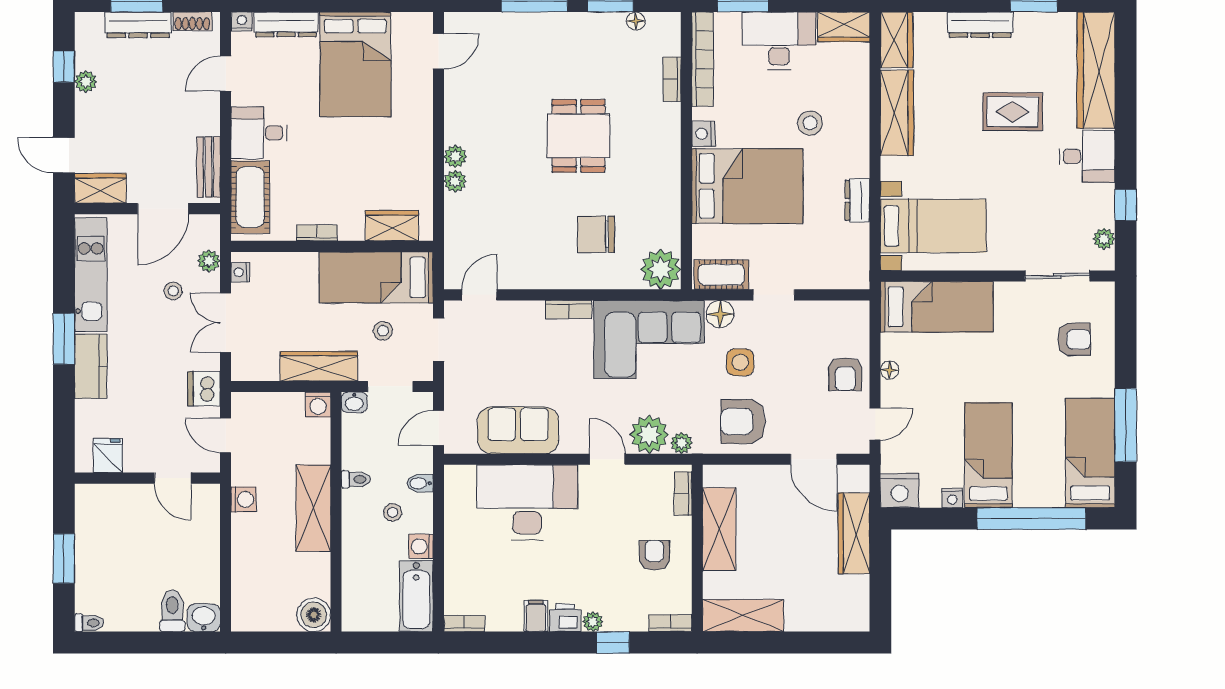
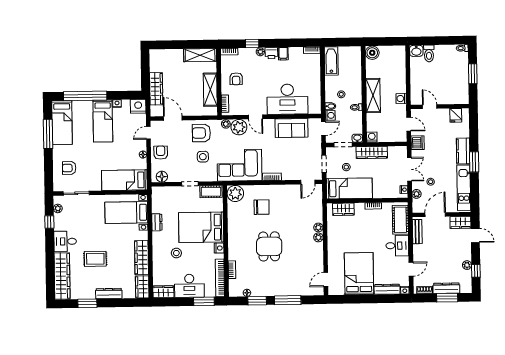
floor lamp: (720, 314) -> (162, 177), moved
armchair: (743, 421) -> (201, 133), turned 180
washing machine: (421, 546) -> (330, 115), moved

